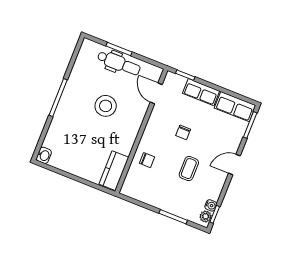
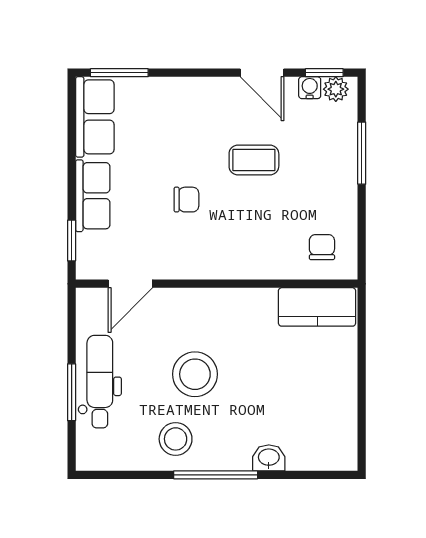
stool: (81, 86) -> (176, 439), added
washbasin: (44, 155) -> (269, 458), moved
chair: (147, 160) -> (322, 247), moved
door: (234, 165) -> (262, 73), moved

